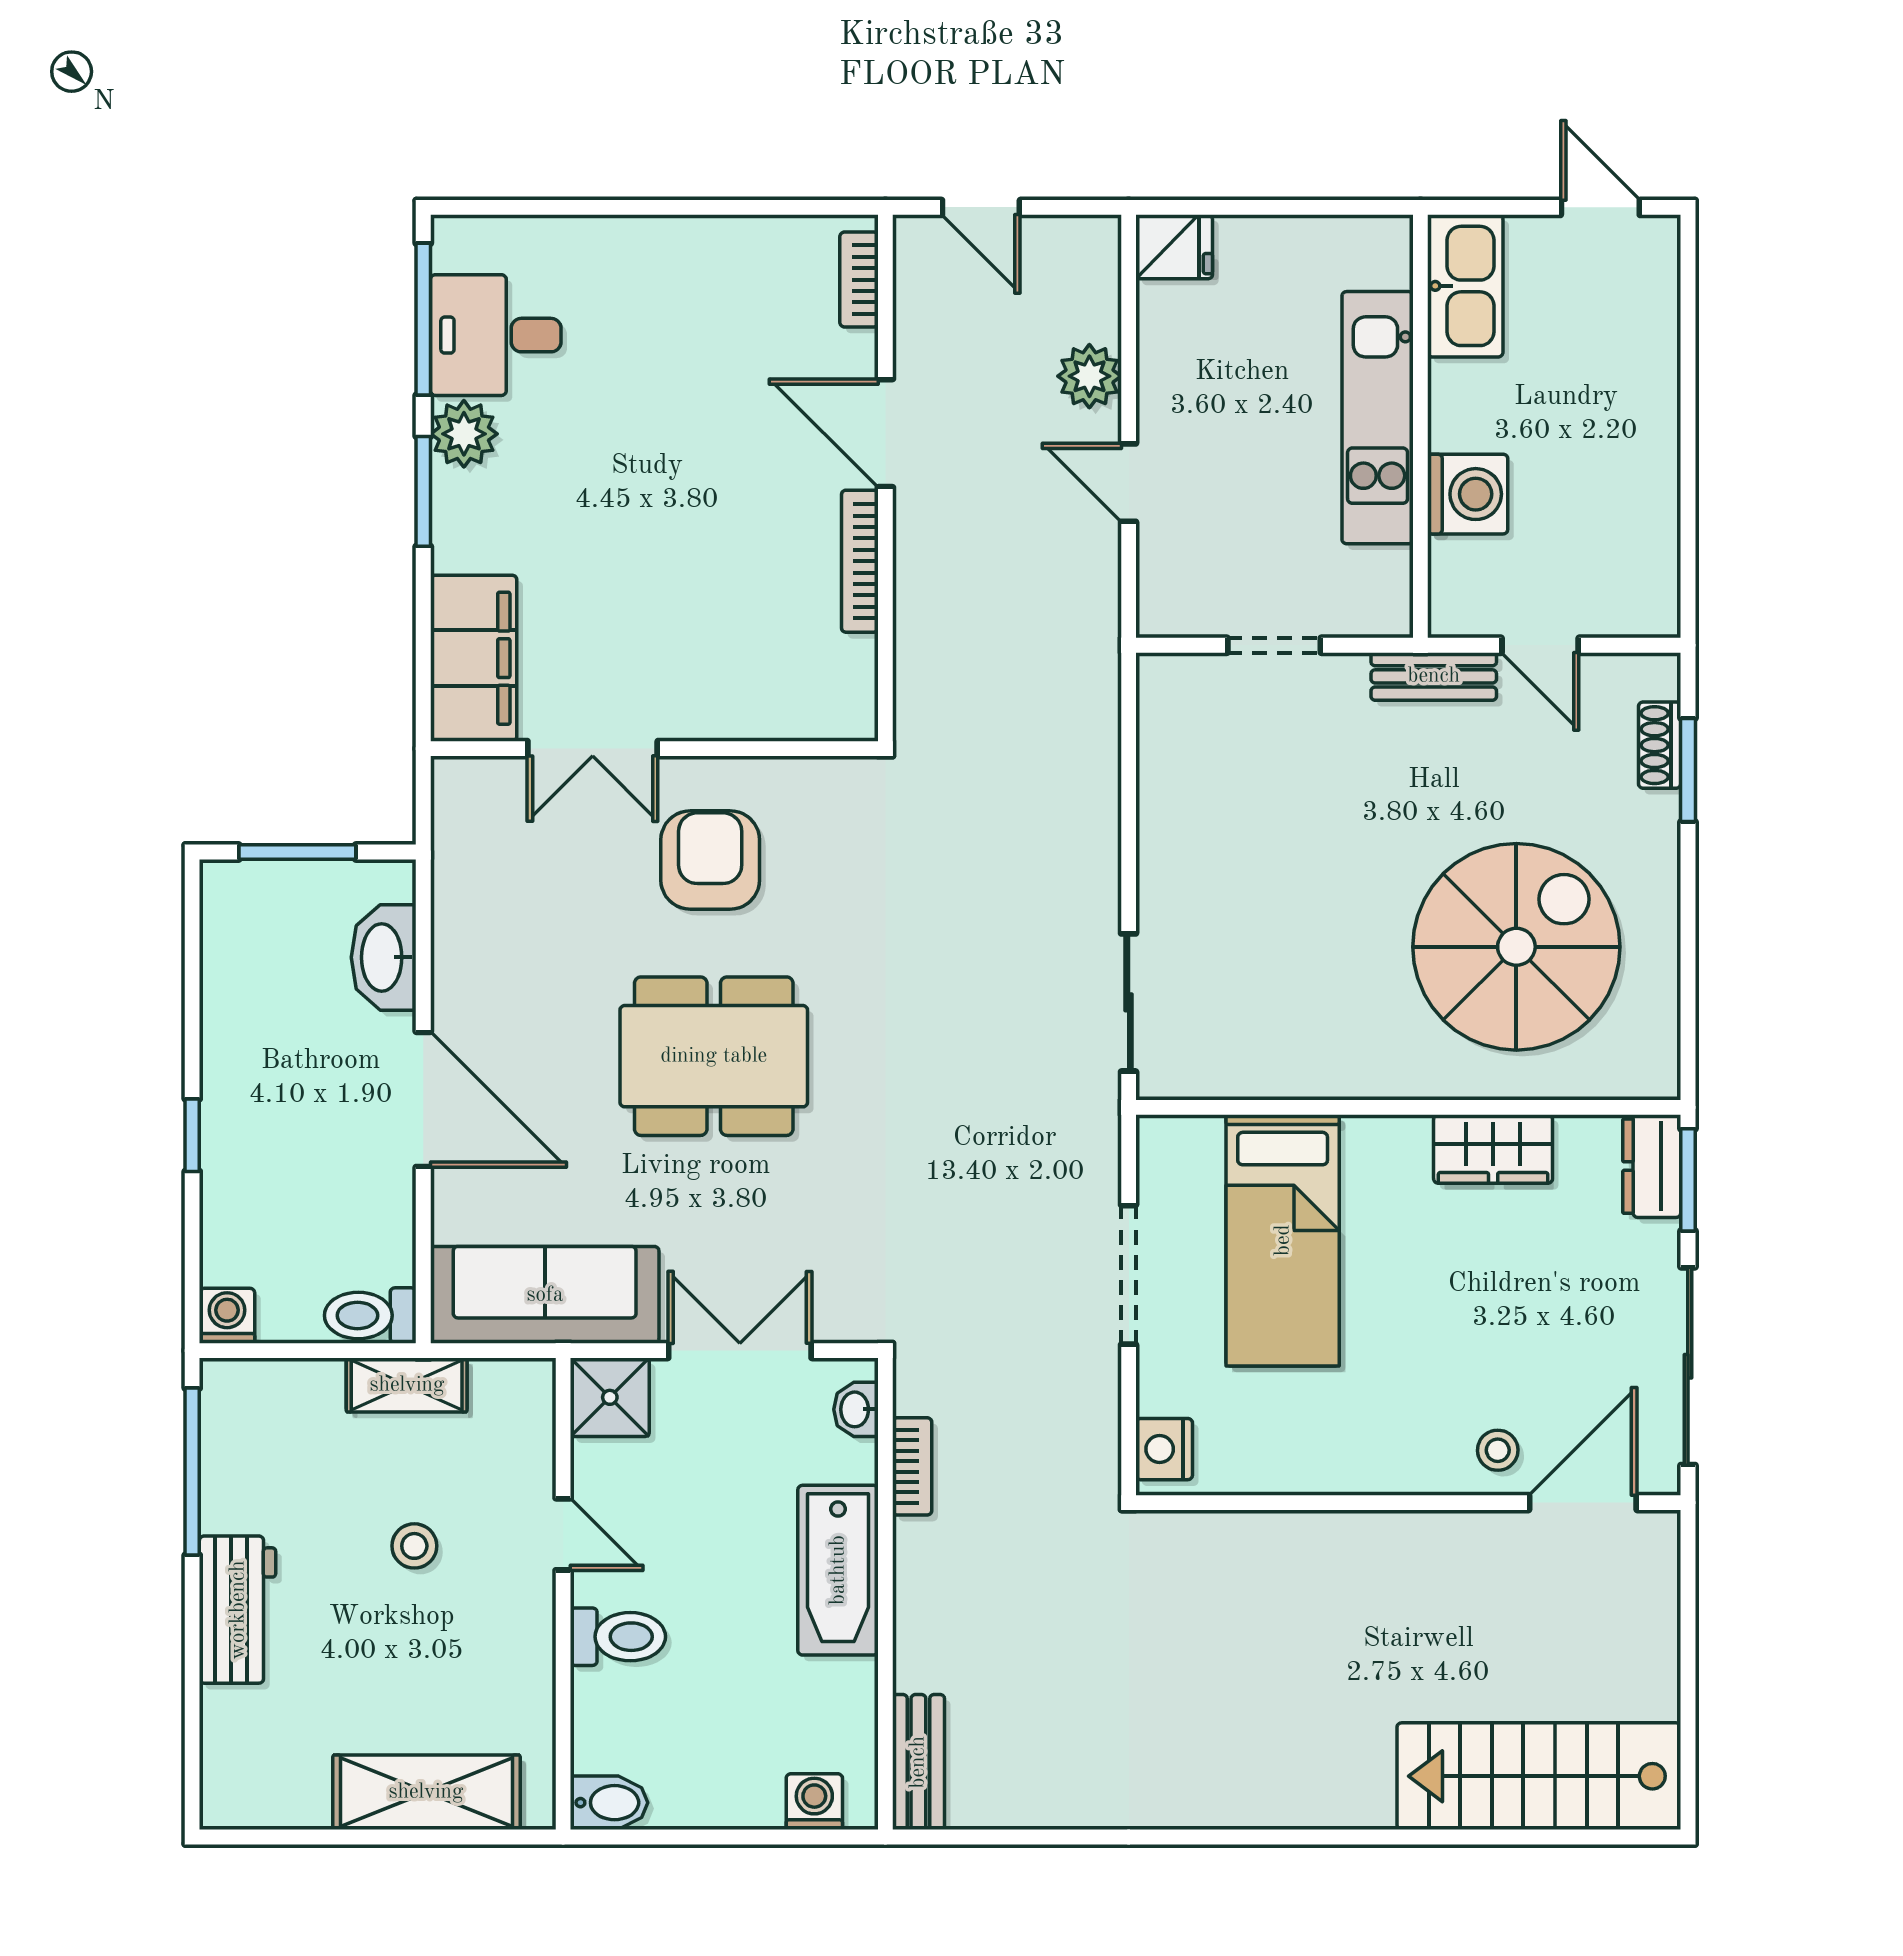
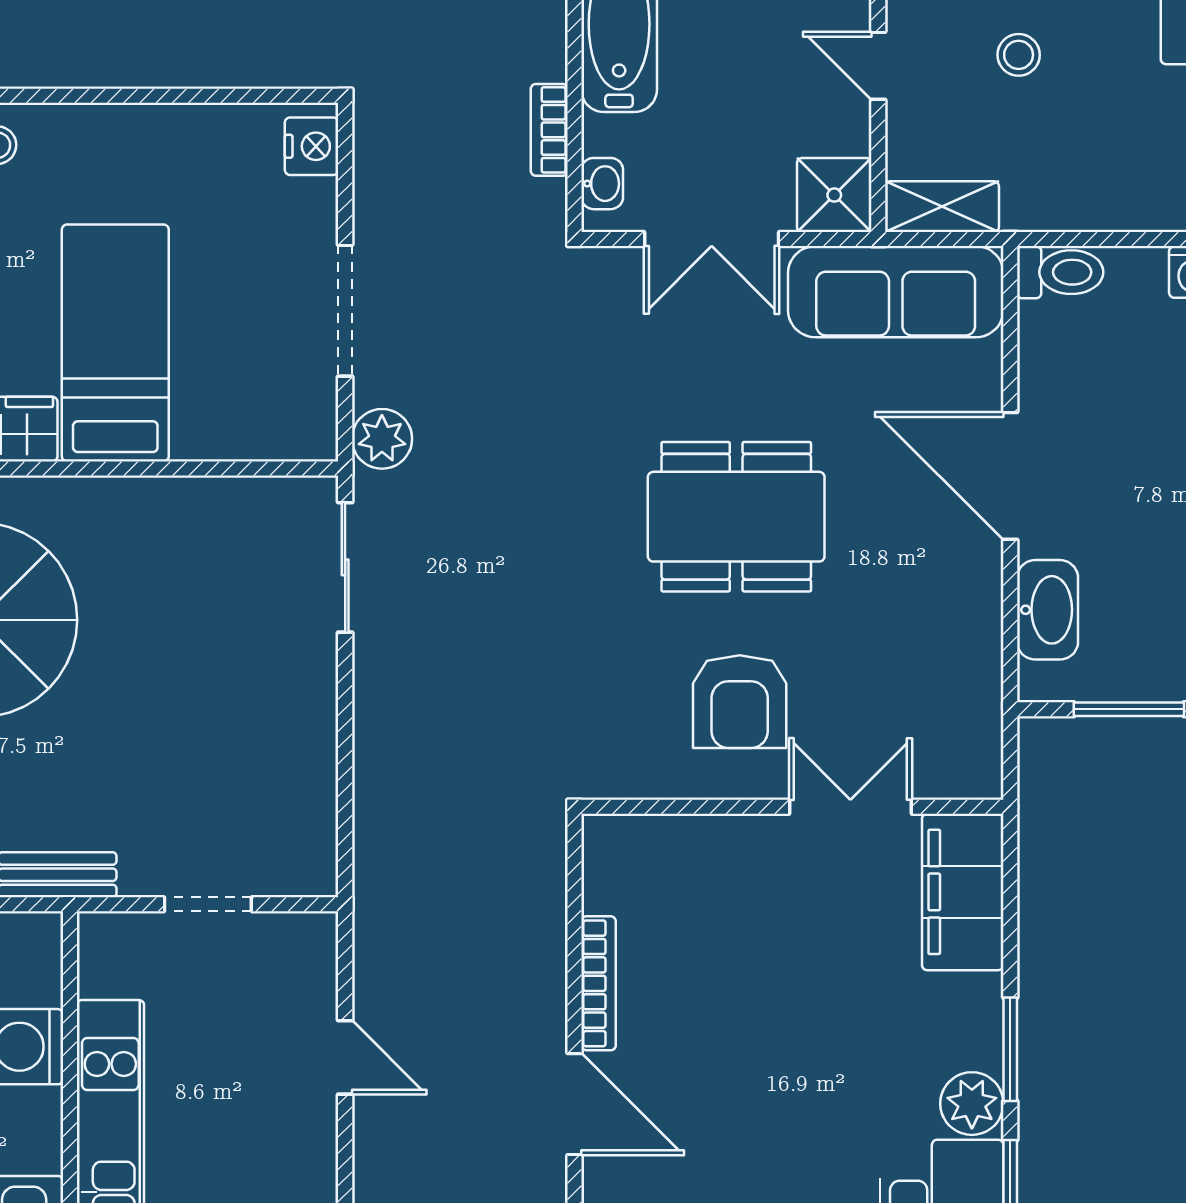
plant: (1089, 376) -> (382, 439), moved
bed: (1283, 1240) -> (115, 343), moved
shelving: (407, 1385) -> (942, 207), moved

